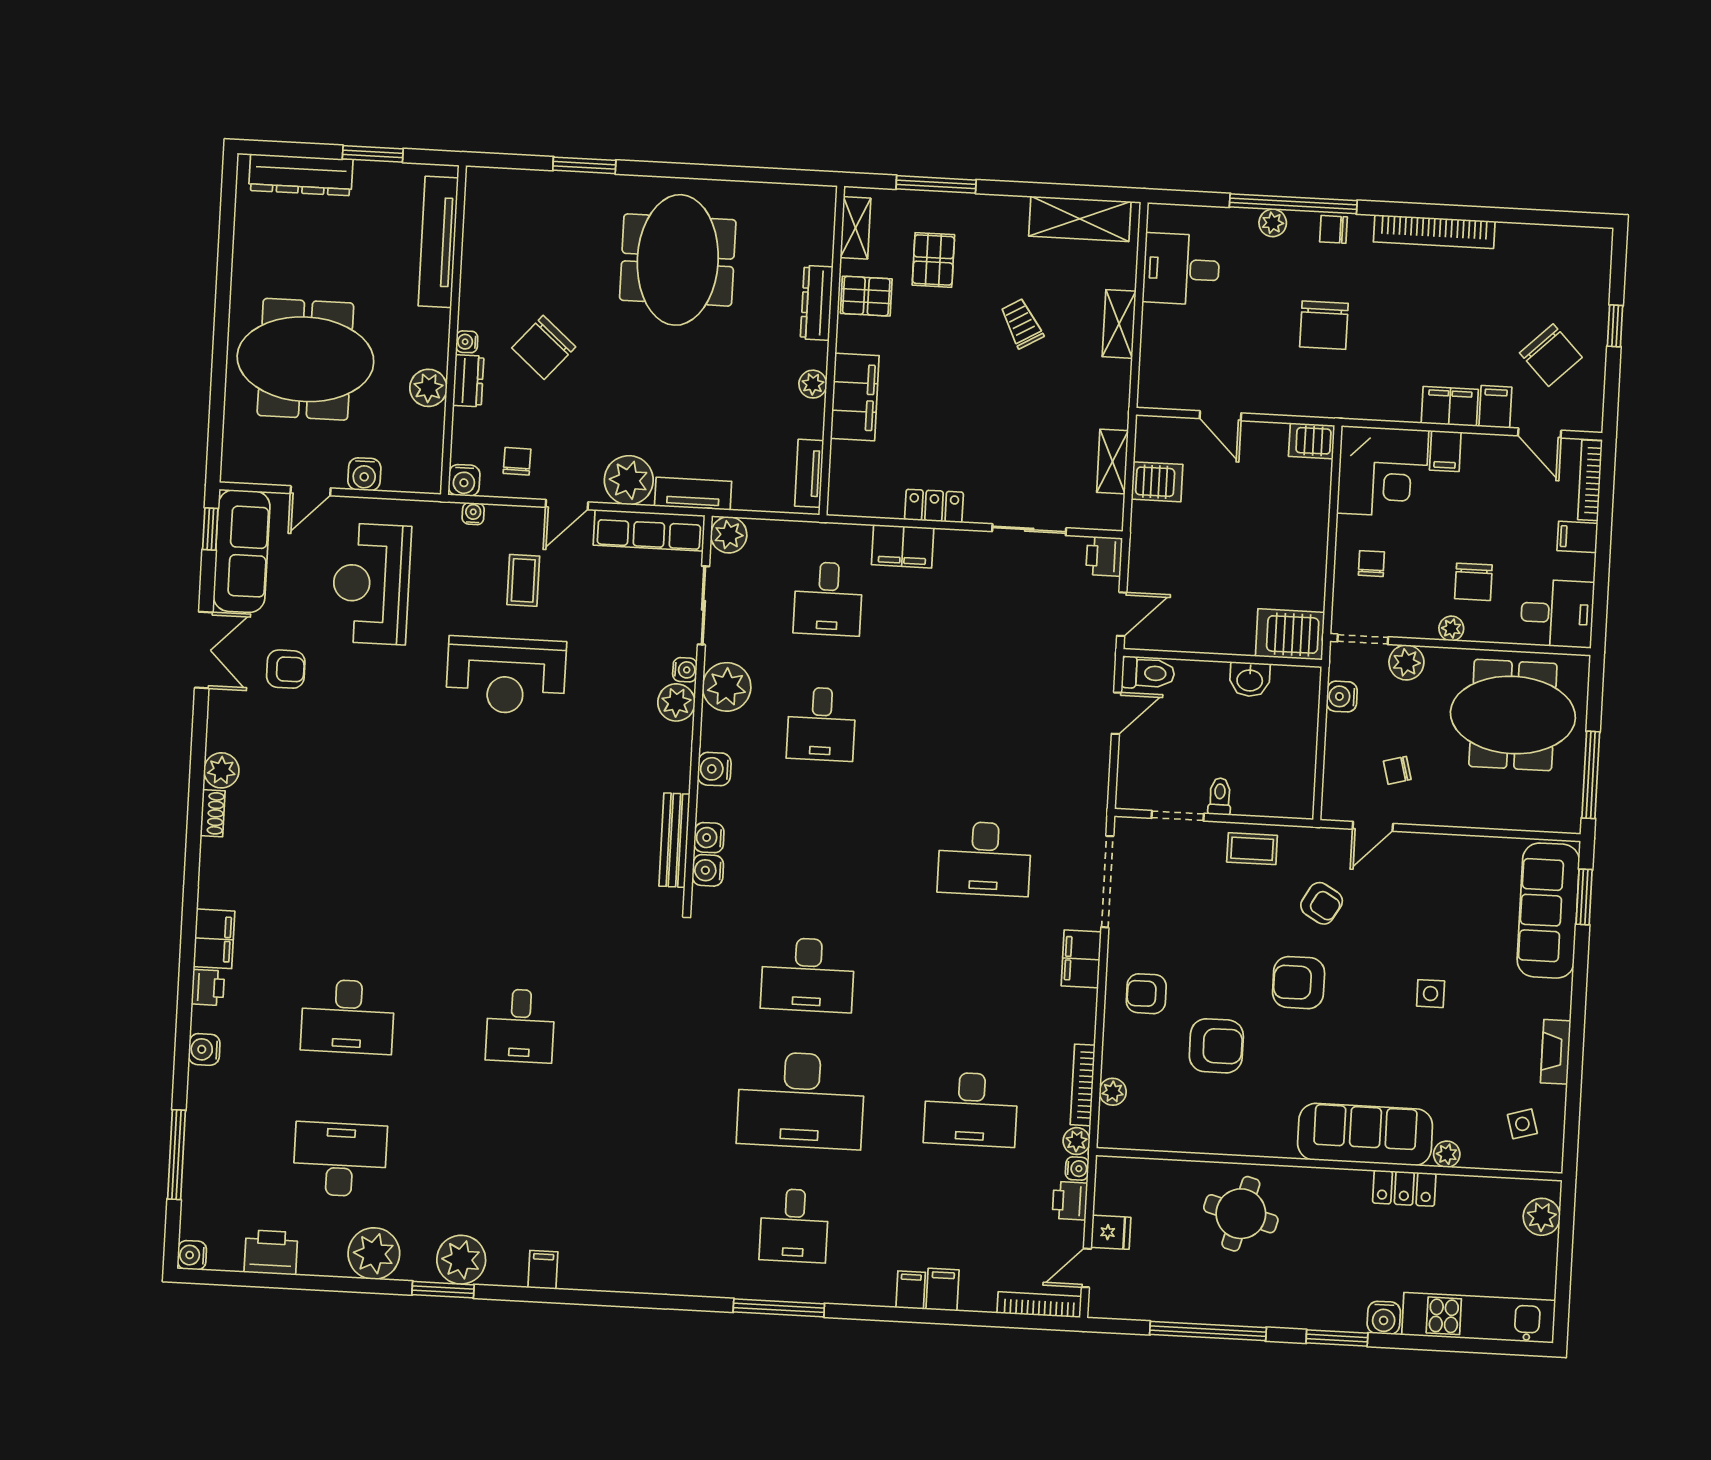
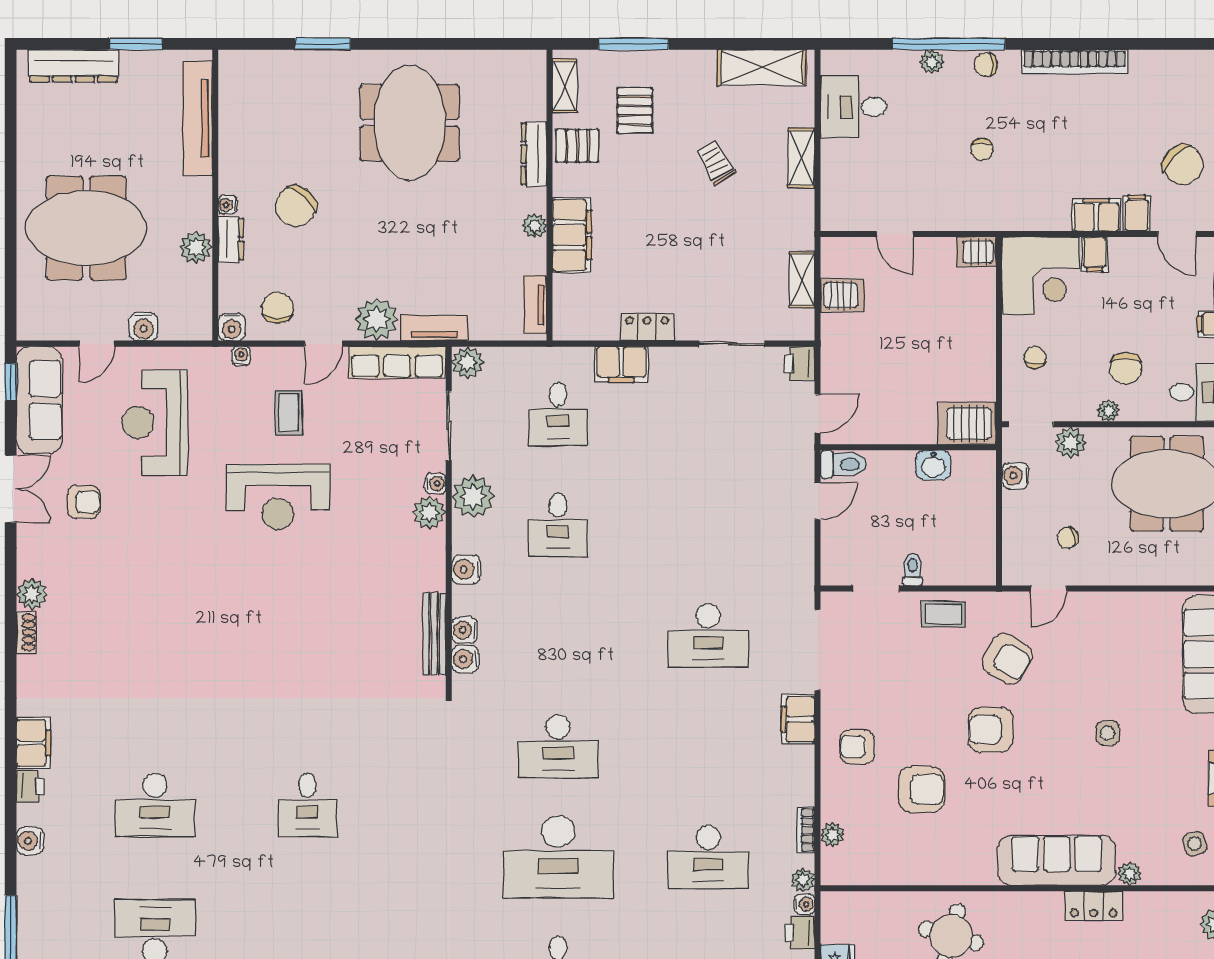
chair: (1324, 325) -> (982, 149), width x0.54, depth x0.54
chair: (517, 461) -> (278, 308), width x1.37, depth x1.37
armchair: (1322, 903) -> (1007, 659), width x1.38, depth x1.38
bookcase: (1083, 1085) -> (806, 830), width x0.64

